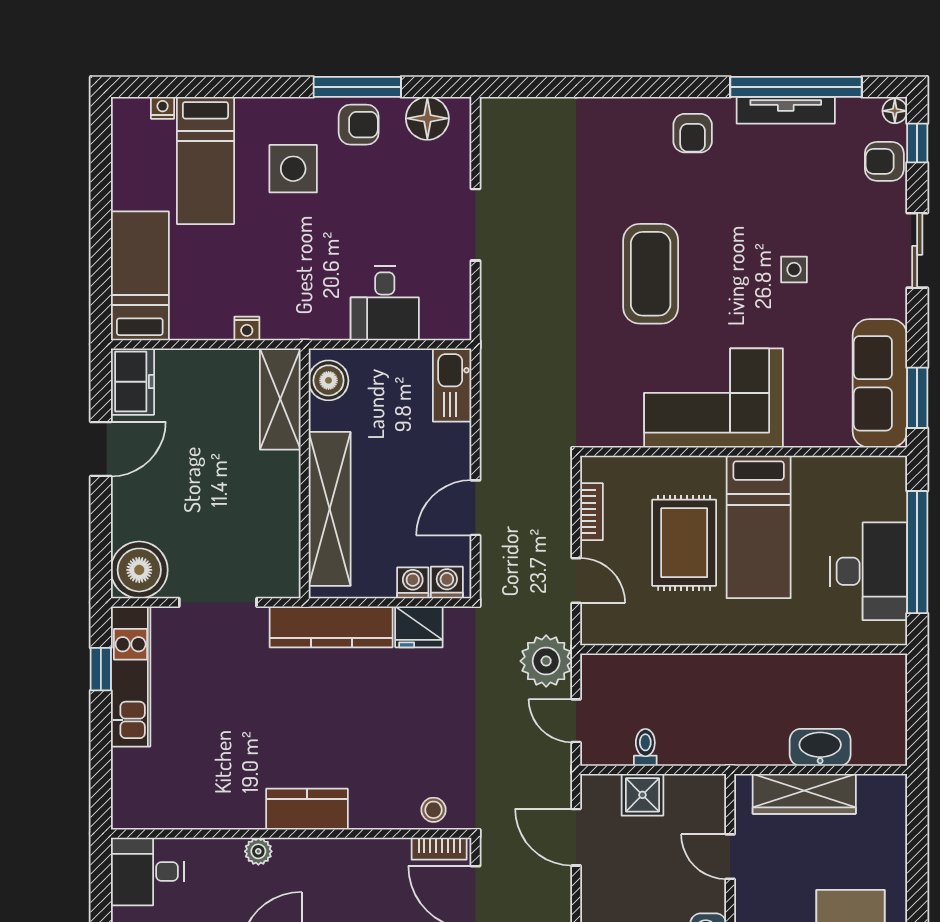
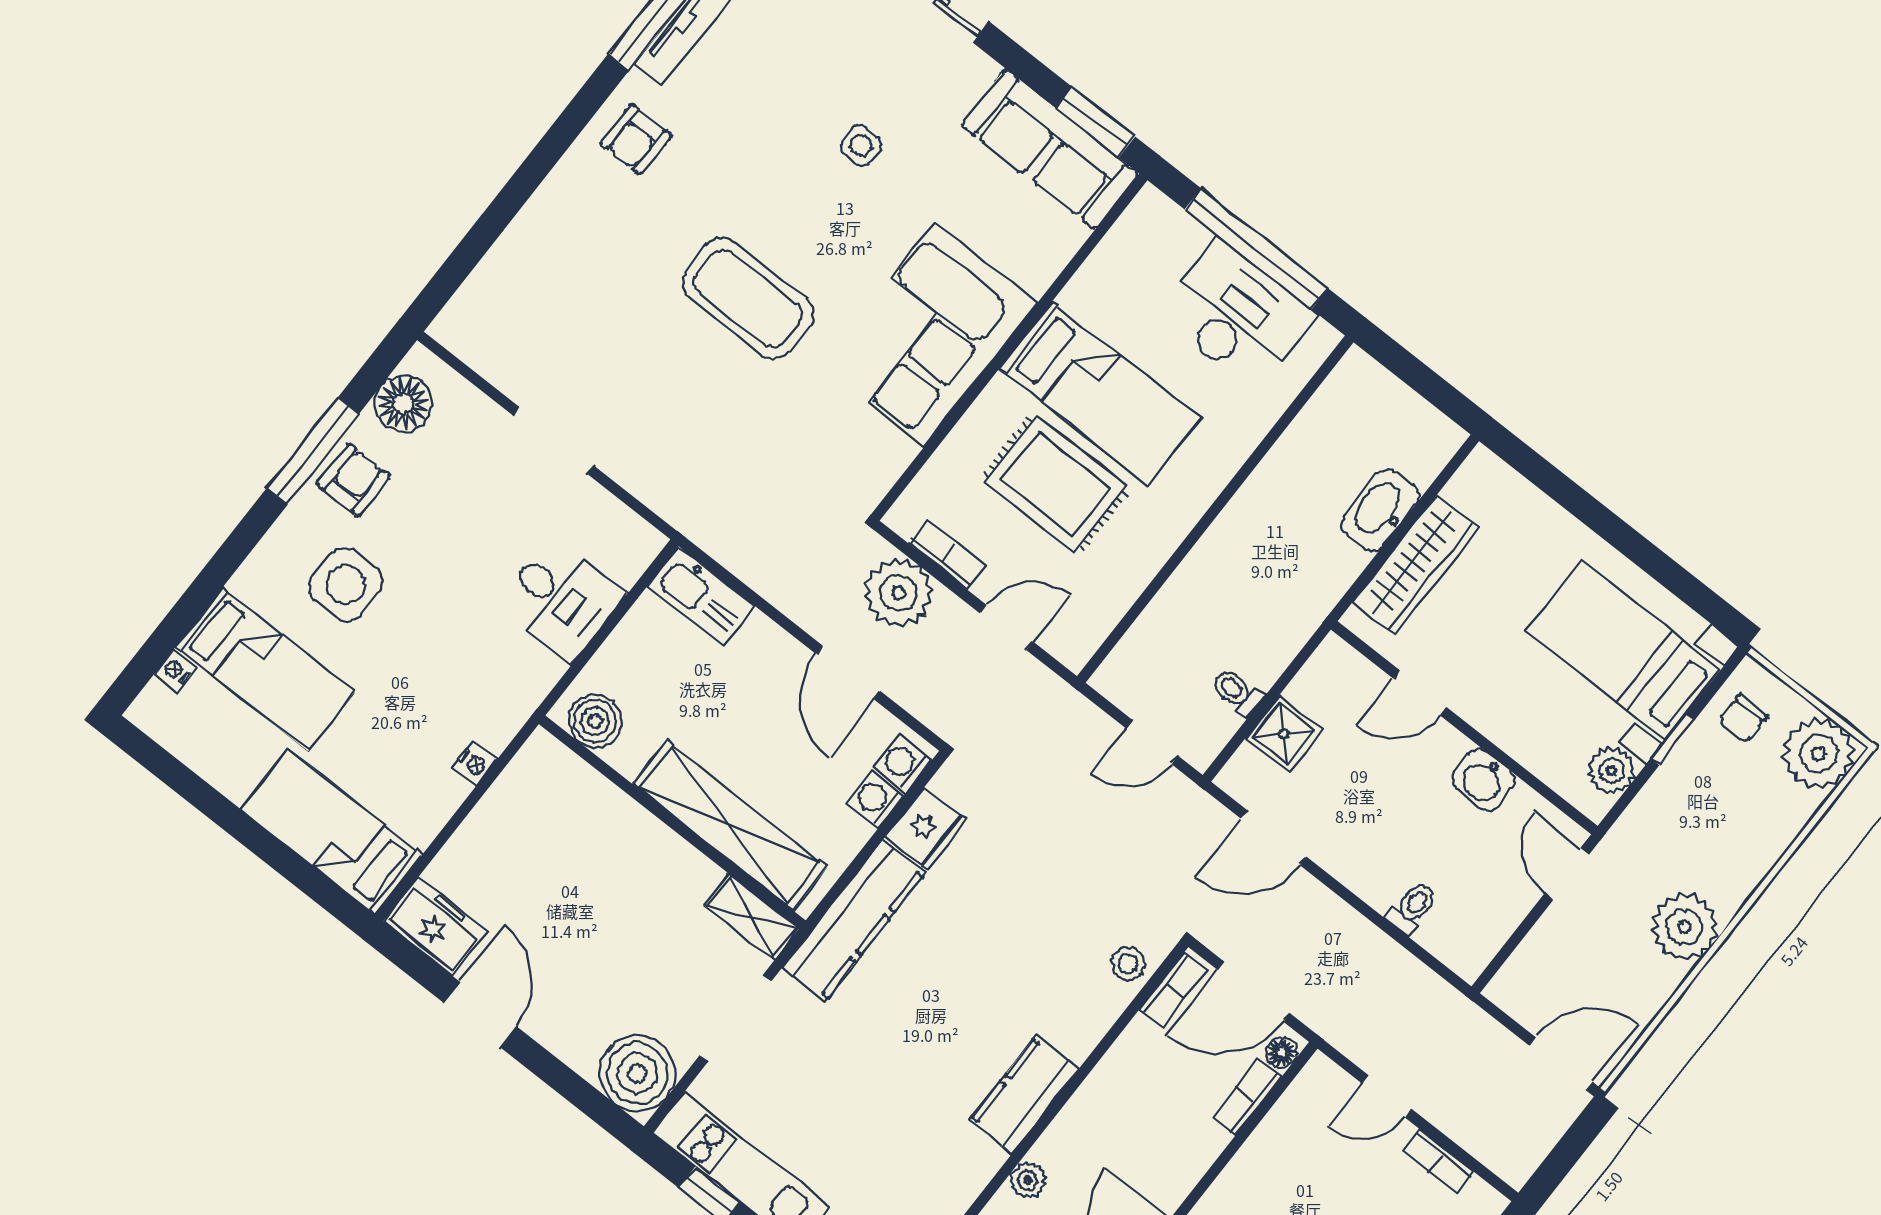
armchair: (693, 133) -> (636, 139), turned 90
shelving: (280, 399) -> (751, 917), moved, width x0.67, depth x0.75
plant: (546, 661) -> (898, 593), moved

